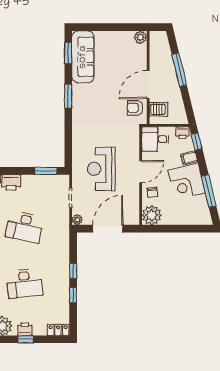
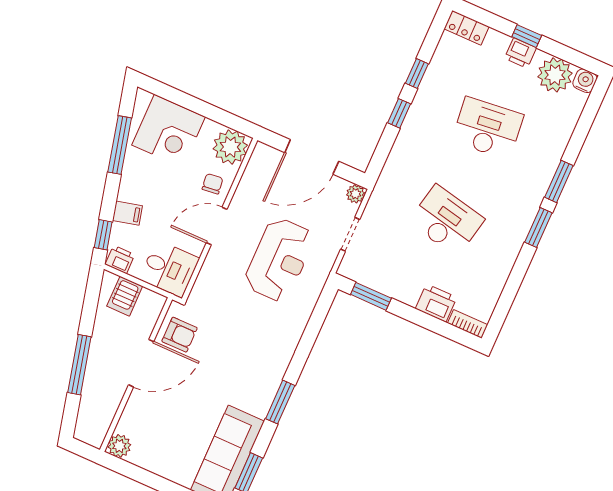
server rack: (159, 109) -> (125, 296), moved, turned -90
corner desk: (187, 181) -> (169, 131), moved, turned 104

